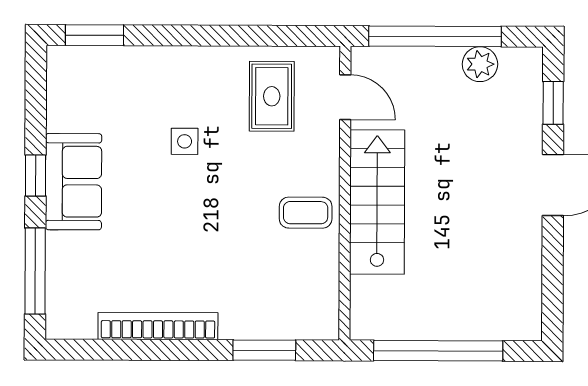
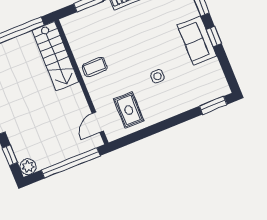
plant: (480, 64) -> (28, 167), moved
door: (345, 97) -> (98, 122), hinge flipped
stairs: (377, 202) -> (55, 56), moved

